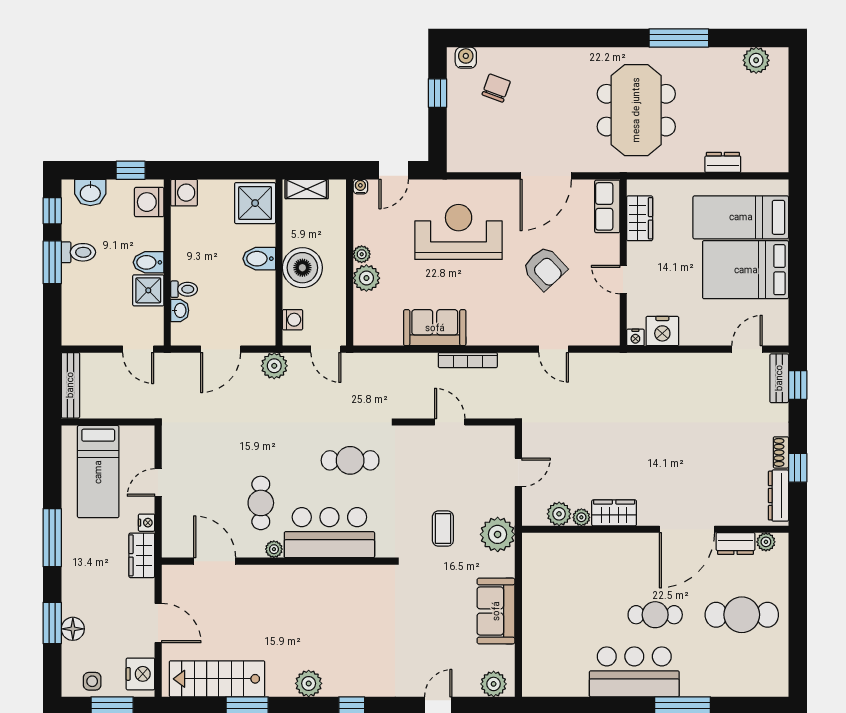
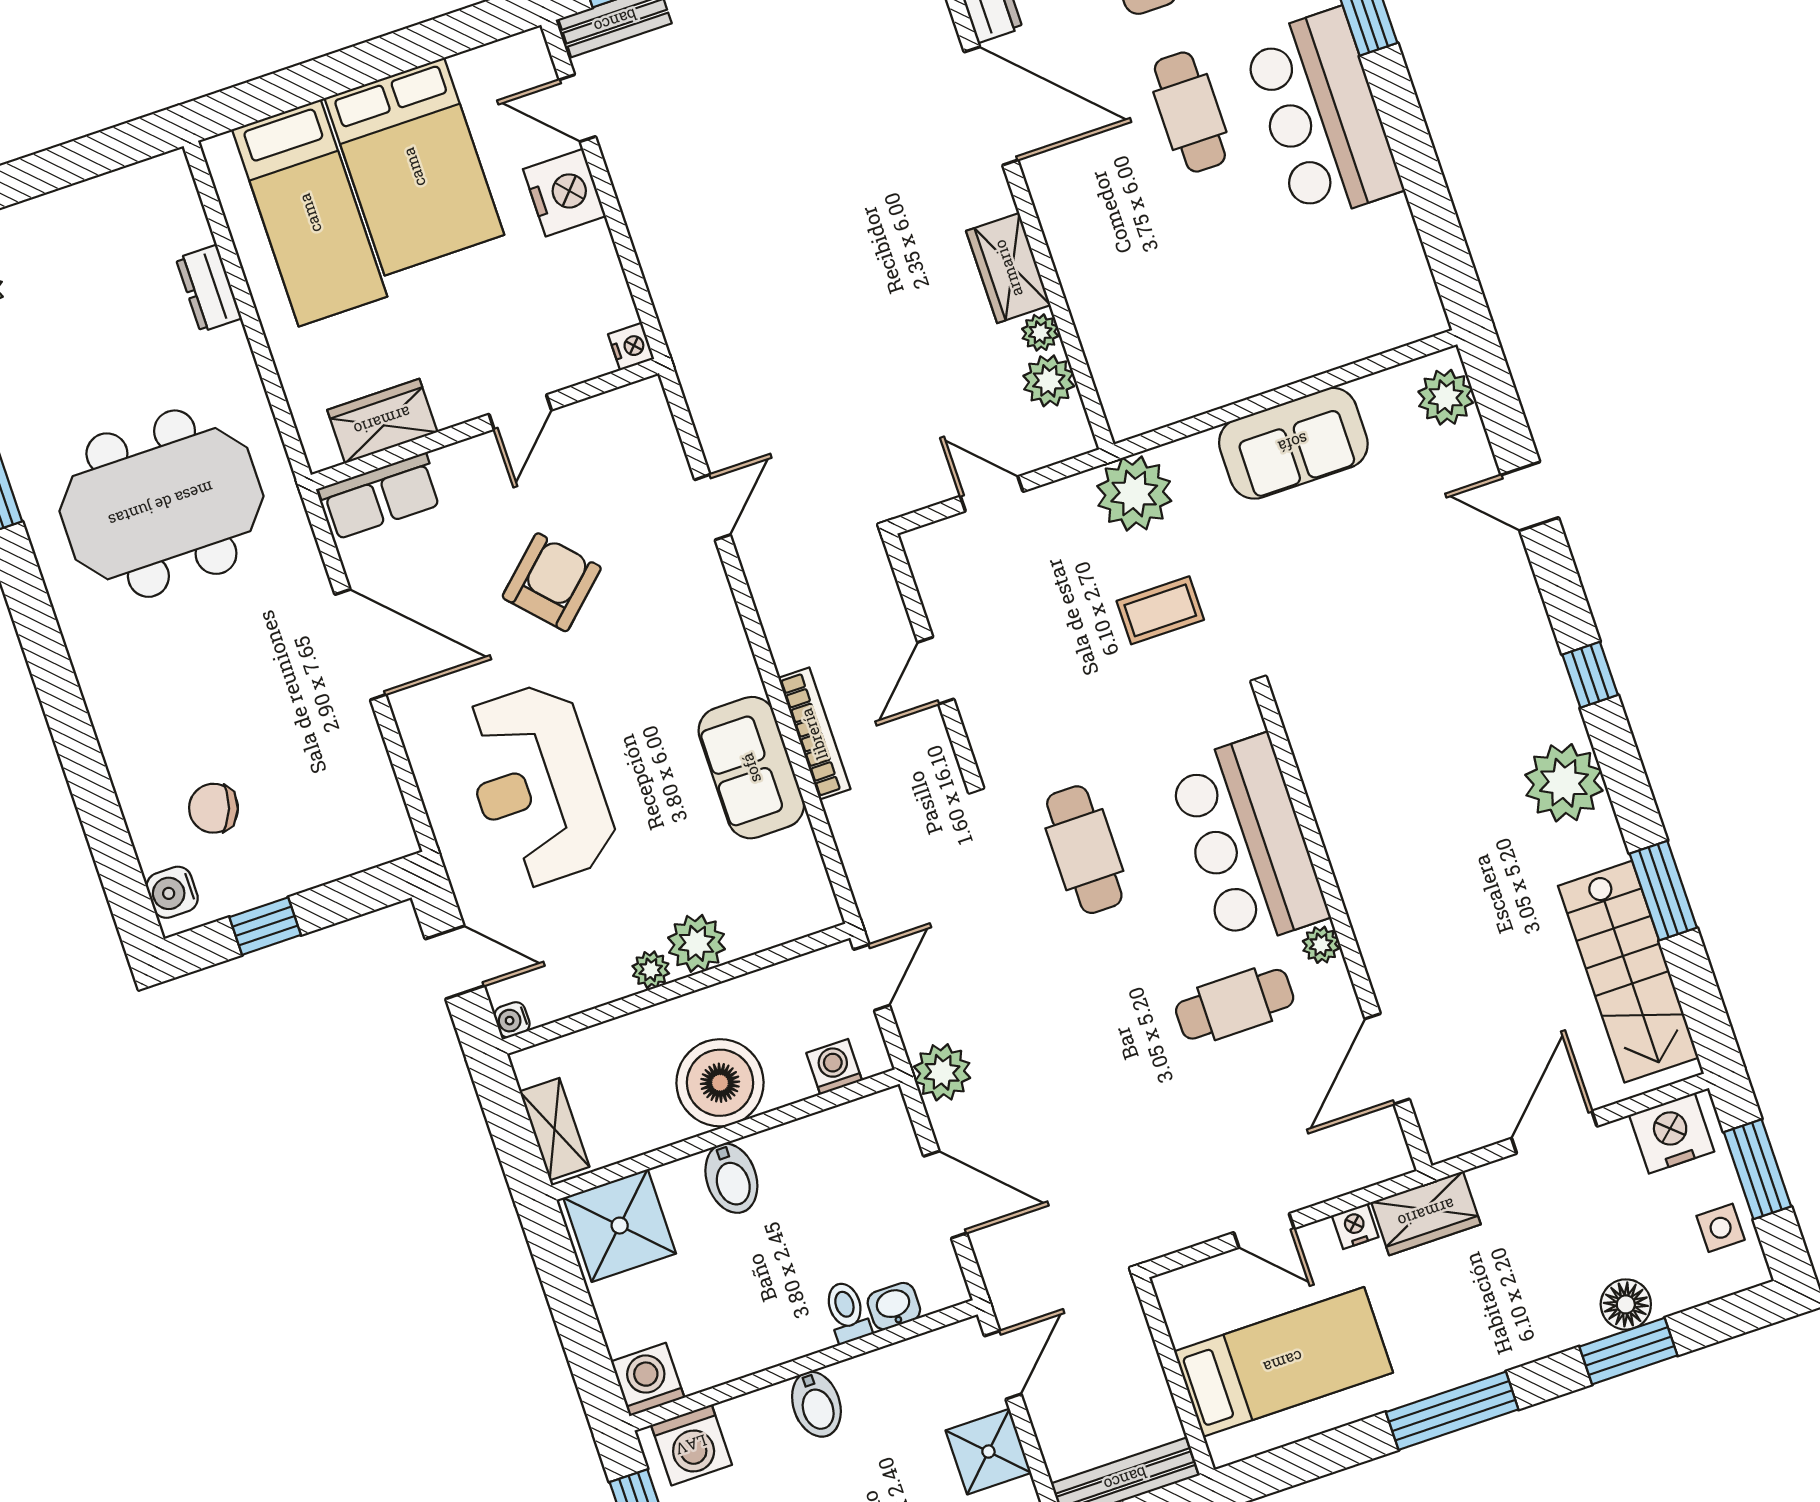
shower: (148, 290) -> (988, 1452), moved
nightstand: (662, 331) -> (564, 193), moved
bookcase: (468, 360) -> (814, 734), moved
plant: (309, 683) -> (1564, 783), width x1.36, depth x1.36

